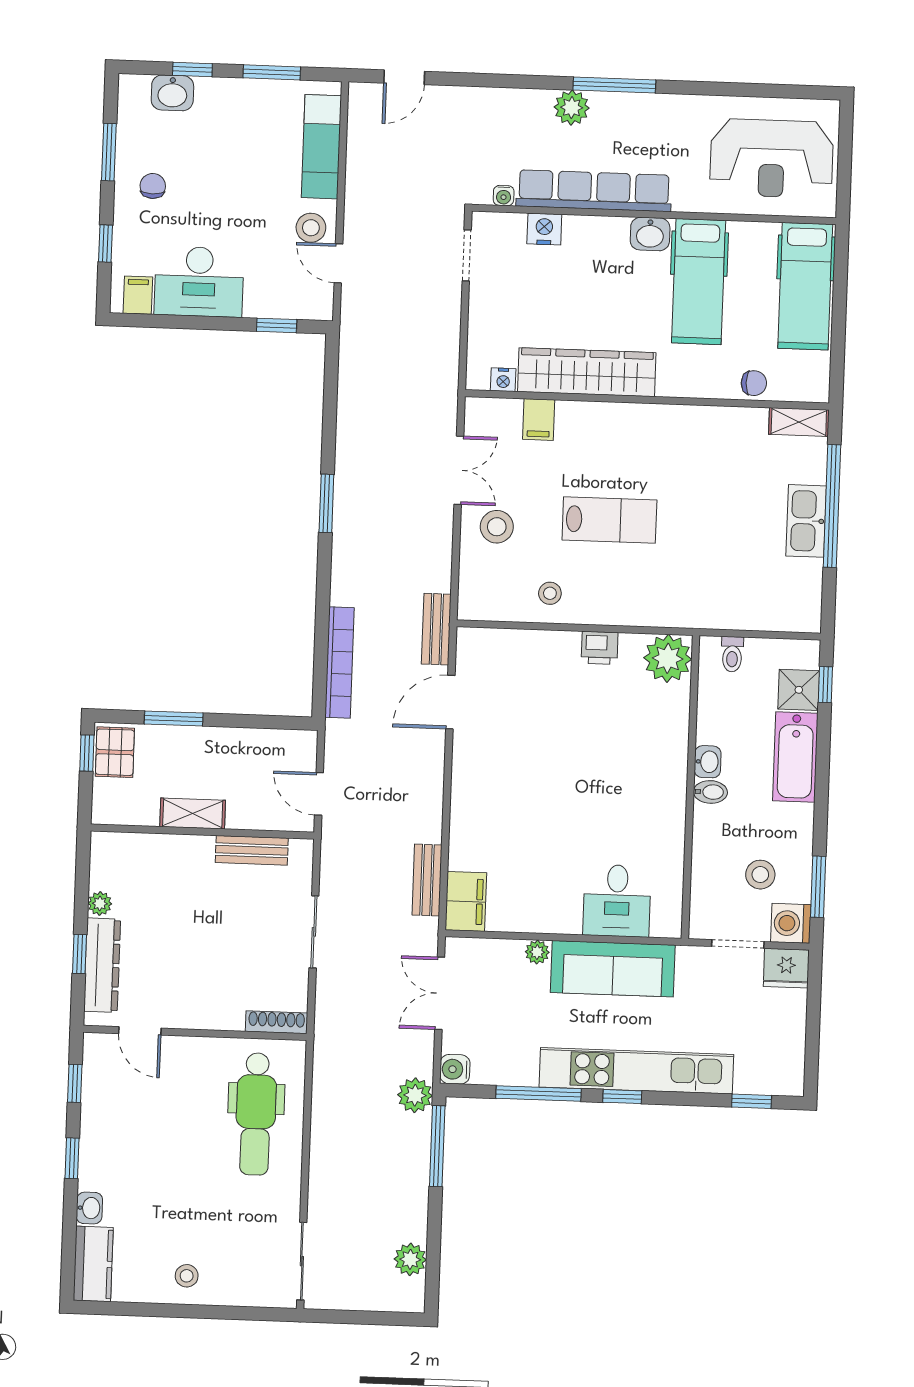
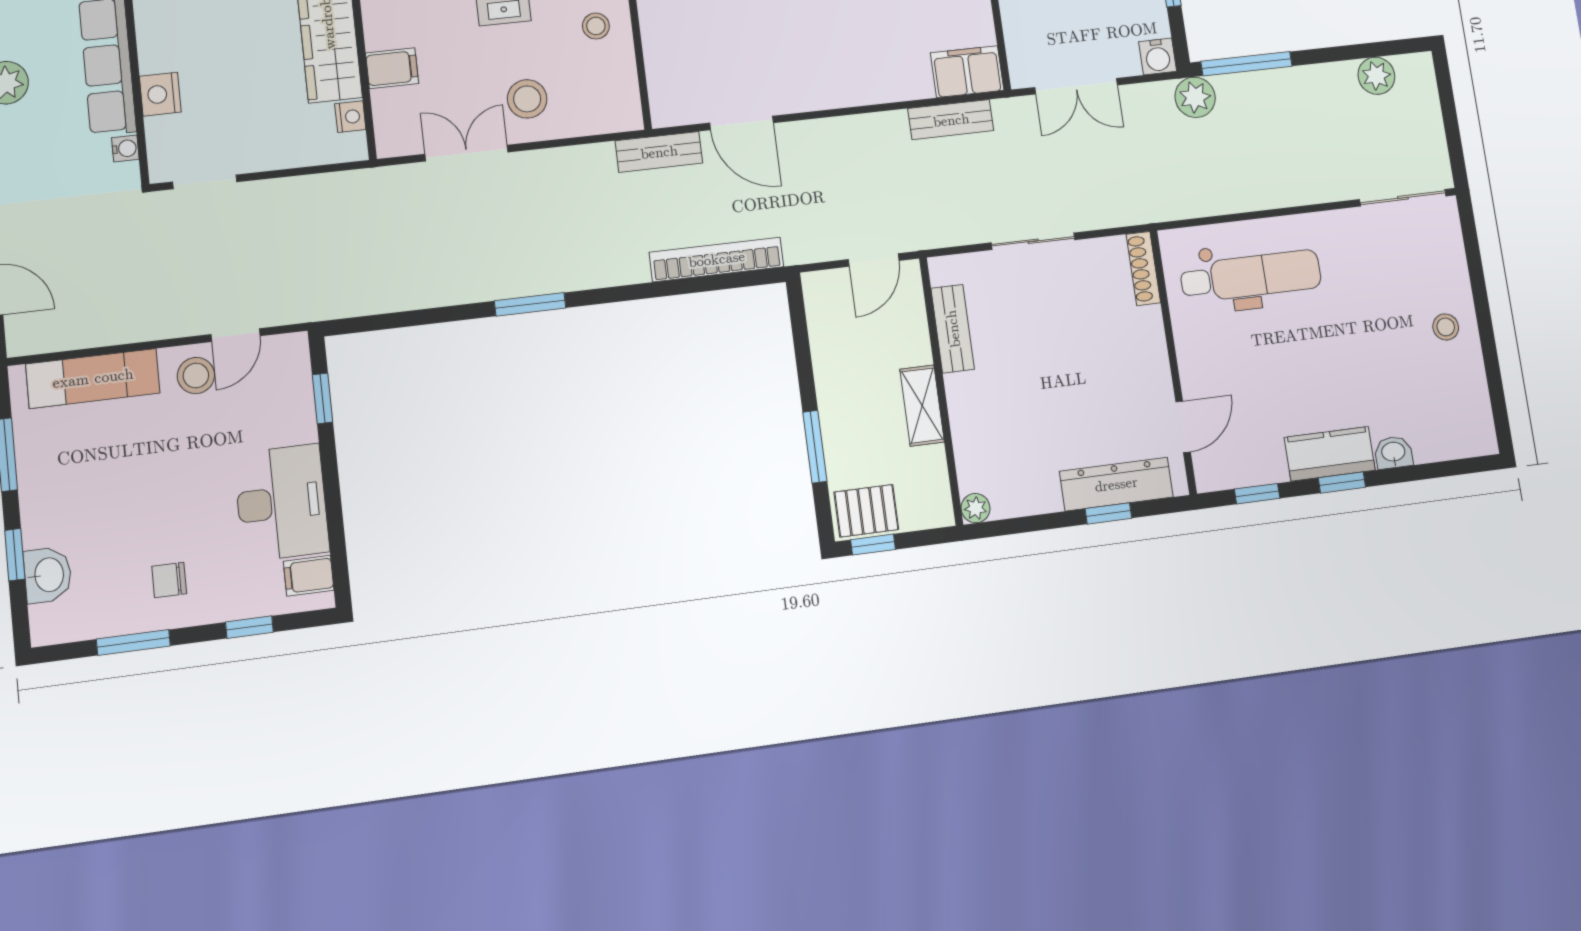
plant: (100, 904) -> (976, 508), moved
kitchen counter: (93, 1264) -> (1330, 454), moved

